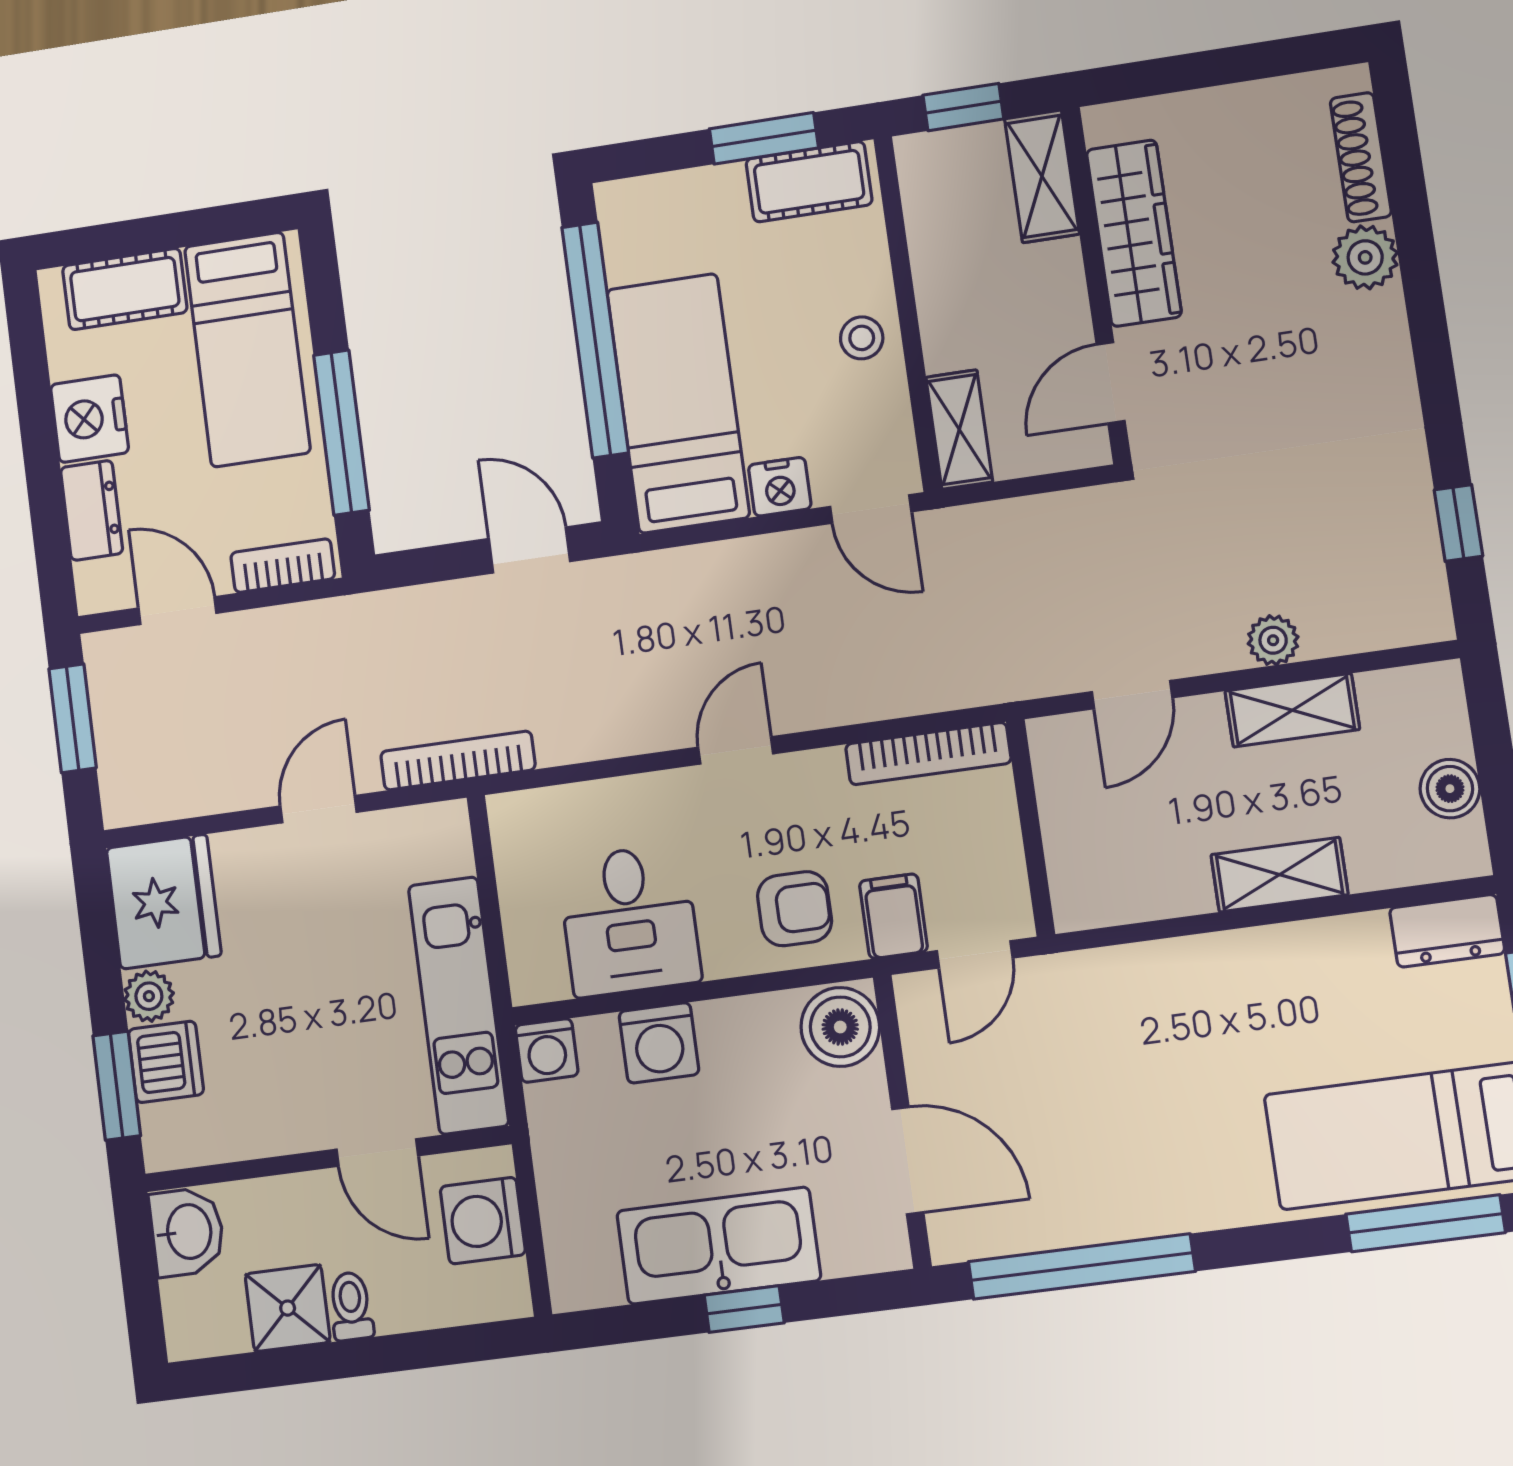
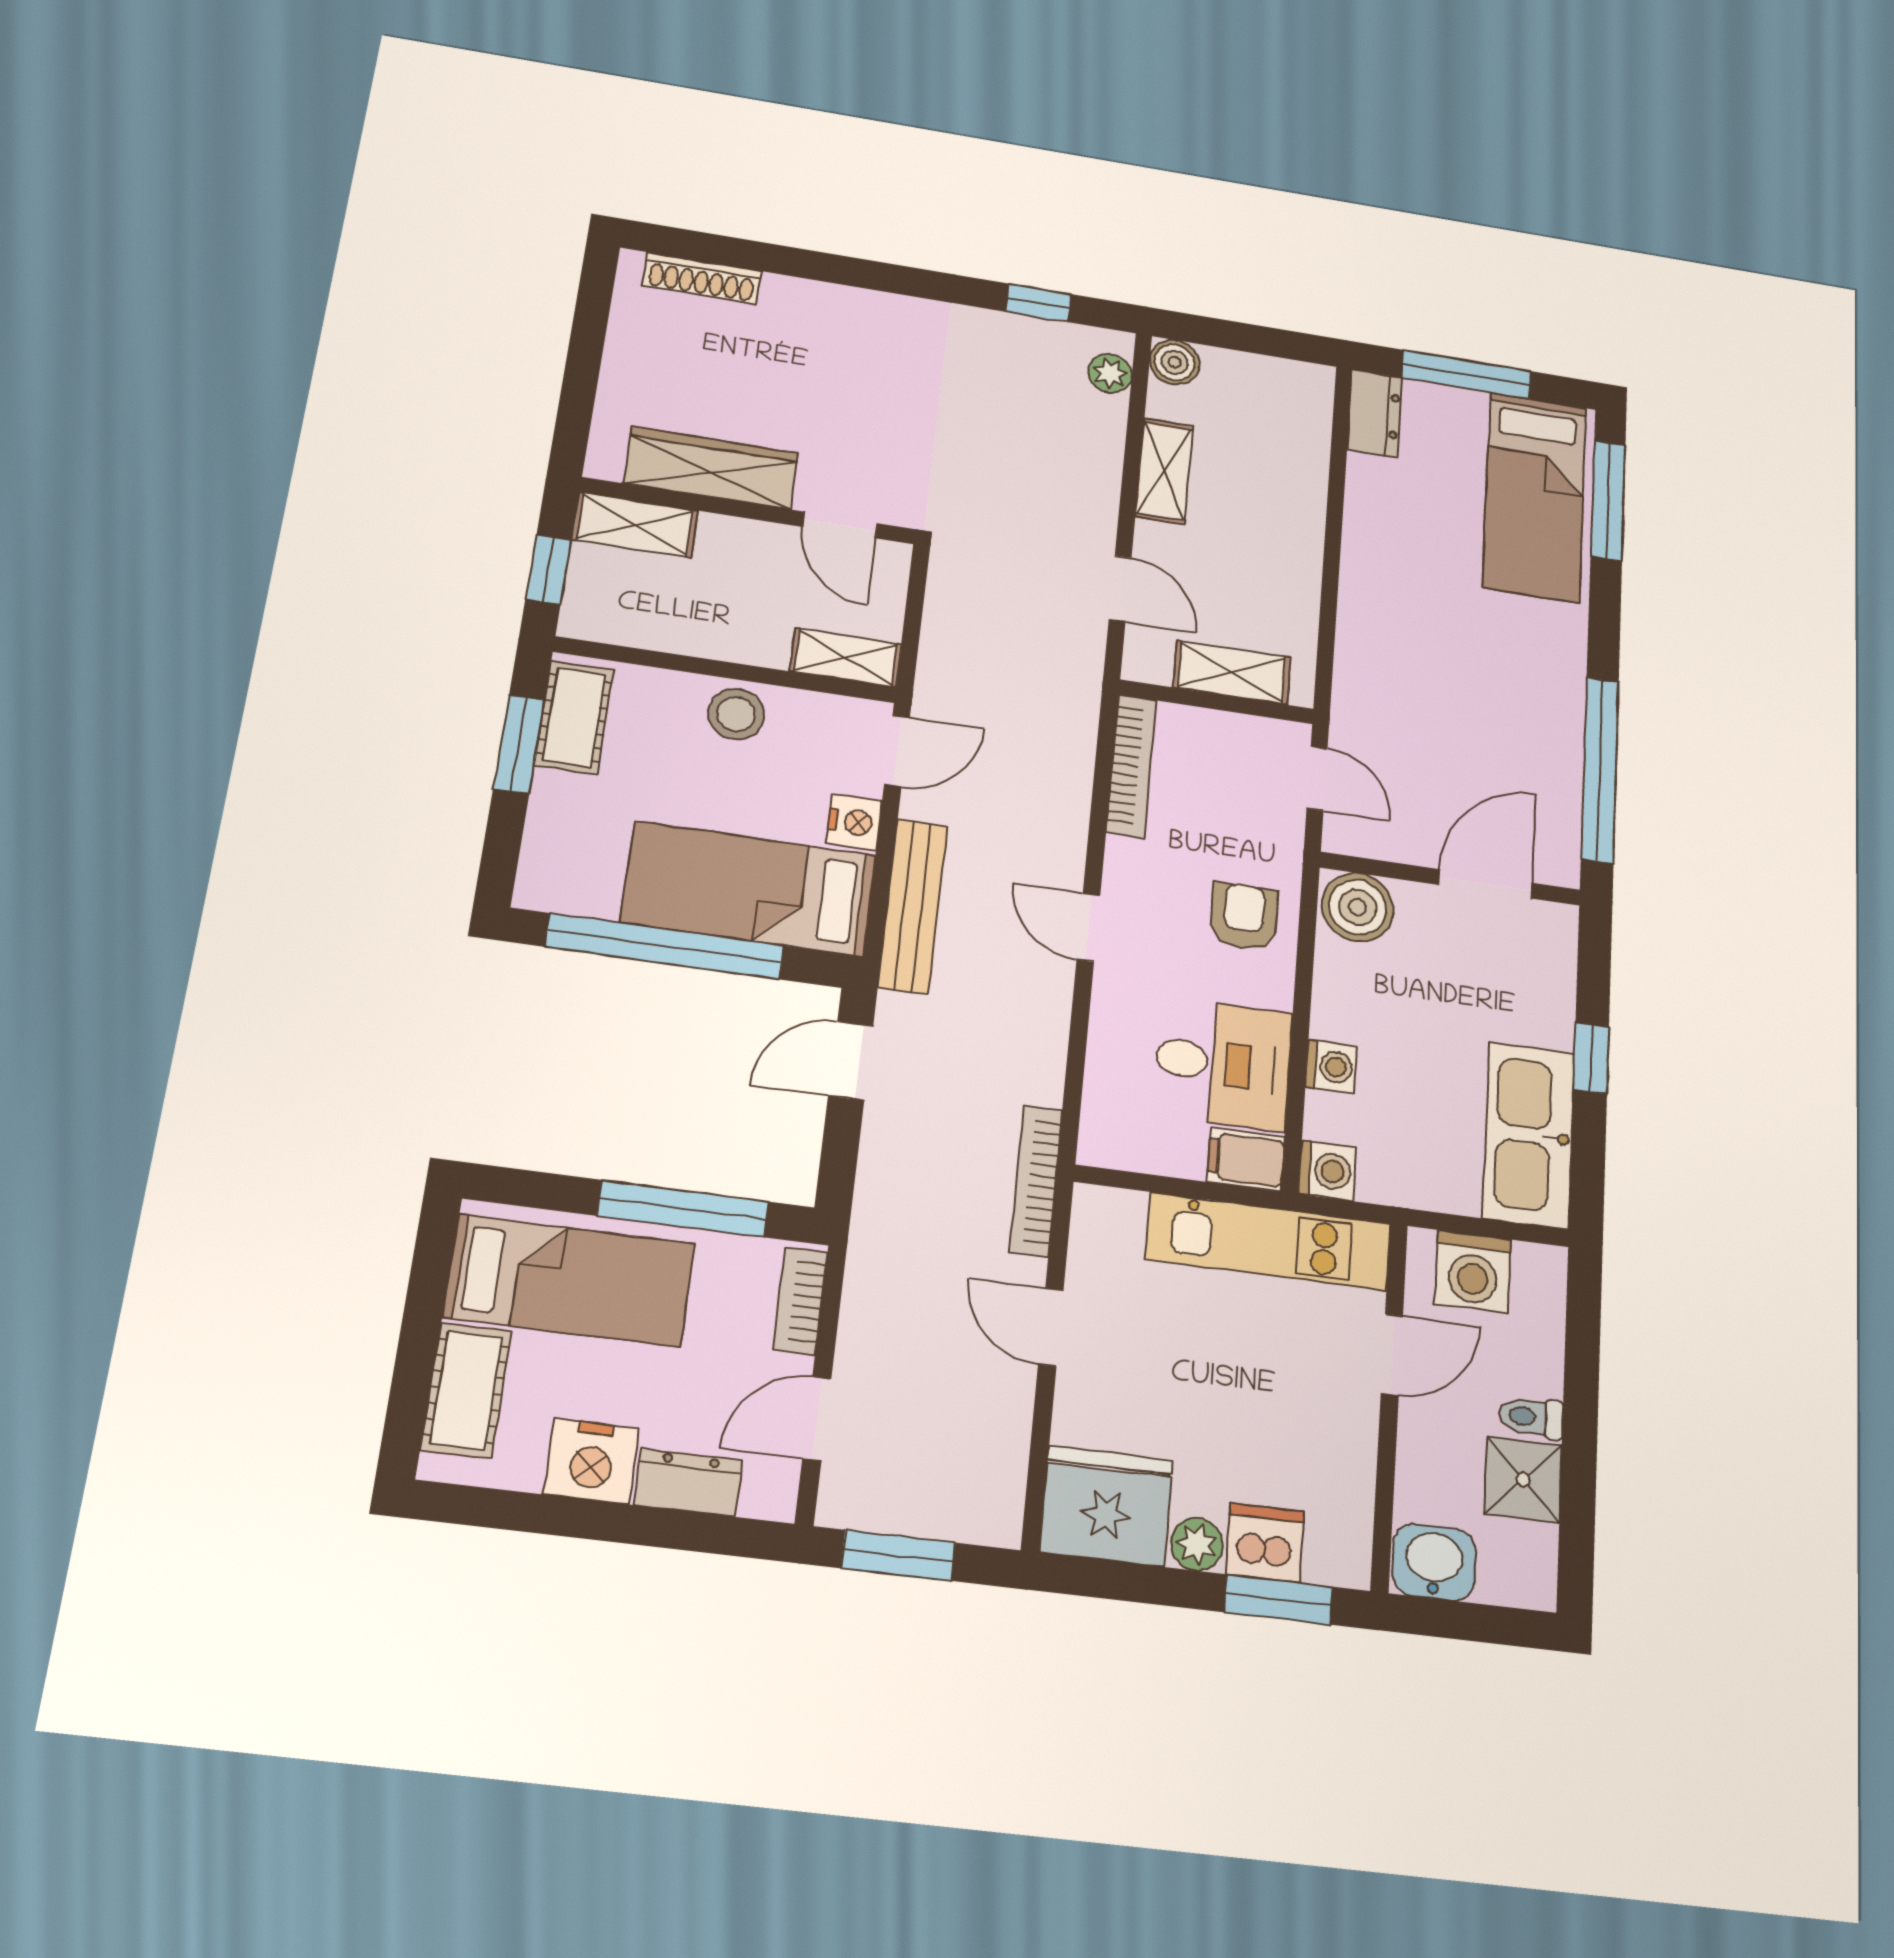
plant: (1365, 257) -> (791, 301), removed
stool: (862, 338) -> (736, 714), width x1.37, depth x1.37
bench: (707, 569) -> (913, 906), added
plant: (1273, 640) -> (1110, 373), moved
boiler: (1450, 789) -> (1175, 362), moved
shelving: (1280, 875) -> (1232, 672), moved, turned 90
filing cabinet: (893, 916) -> (1246, 1159), moved
washing machine: (659, 1043) -> (1331, 1066), width x0.73, depth x0.73
kitchen sink: (719, 1246) -> (1529, 1135), moved

